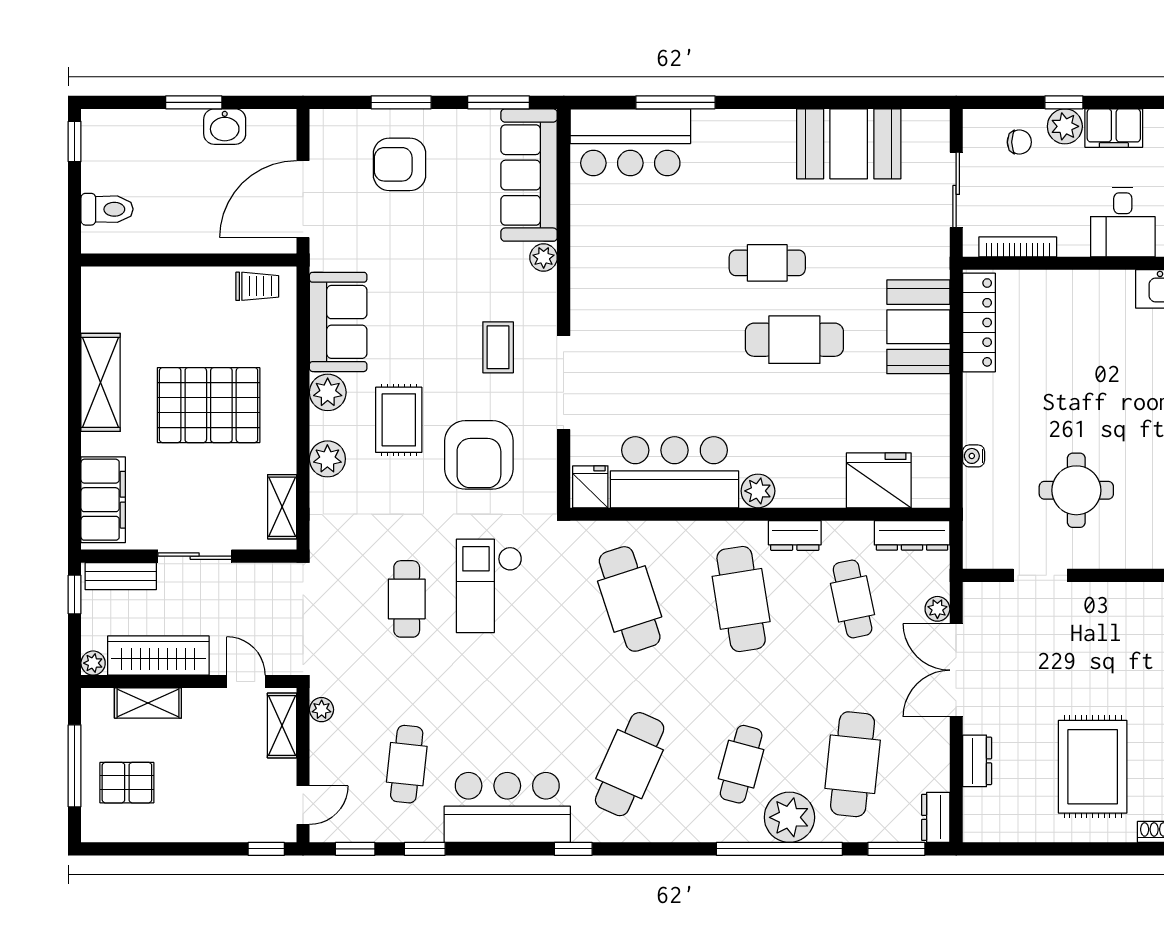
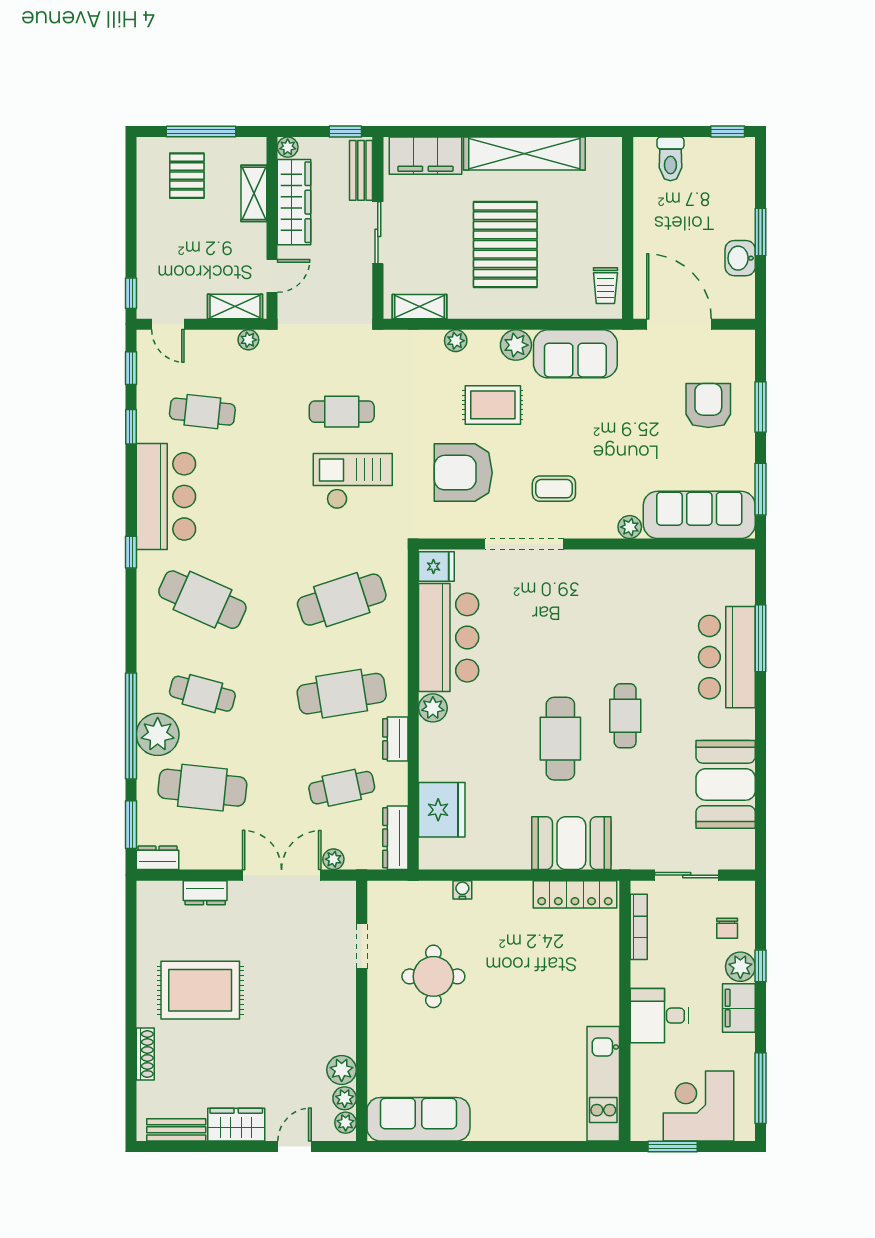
bar counter: (630, 142) -> (727, 657), moved
shelving: (101, 382) -> (524, 153), width x1.47
plant: (327, 459) -> (456, 341), width x0.73, depth x0.73

